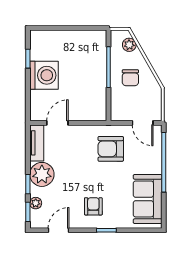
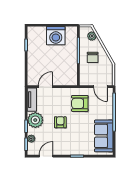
washing machine: (44, 75) -> (56, 36), moved, turned 90
armchair: (93, 206) -> (60, 122), moved

